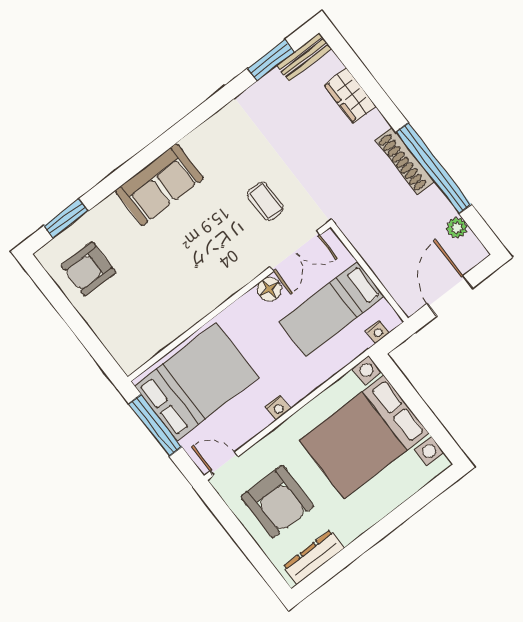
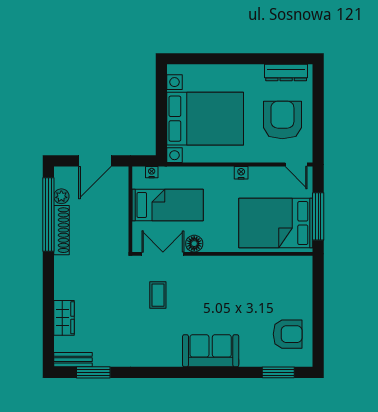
shoe rack: (405, 161) -> (61, 230), moved
window: (434, 168) -> (48, 215), moved

